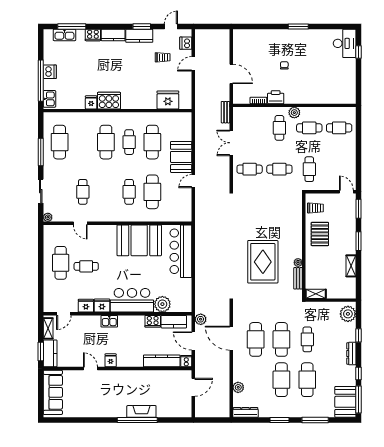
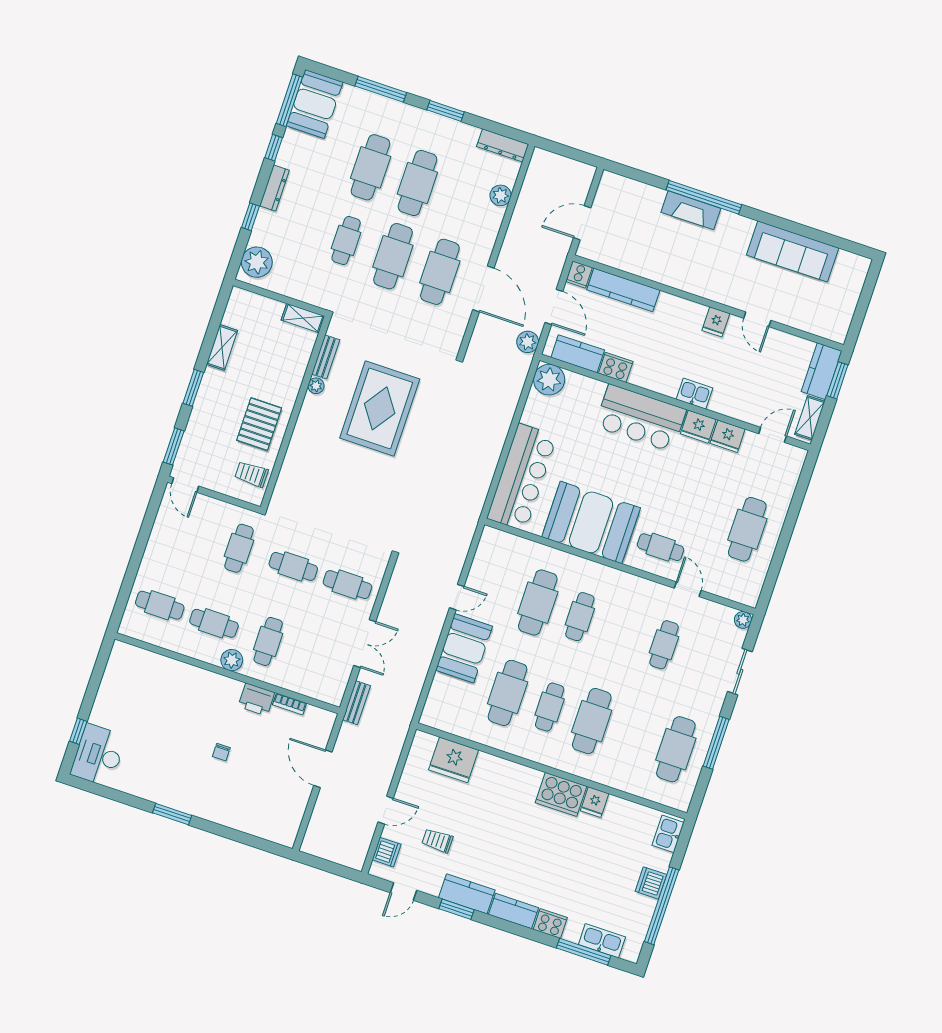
window: (41, 81) -> (662, 906), moved
cafe table: (86, 266) -> (661, 547), moved
plant: (162, 304) -> (549, 380), moved
sofa: (53, 392) -> (793, 251), moved, turned -90

